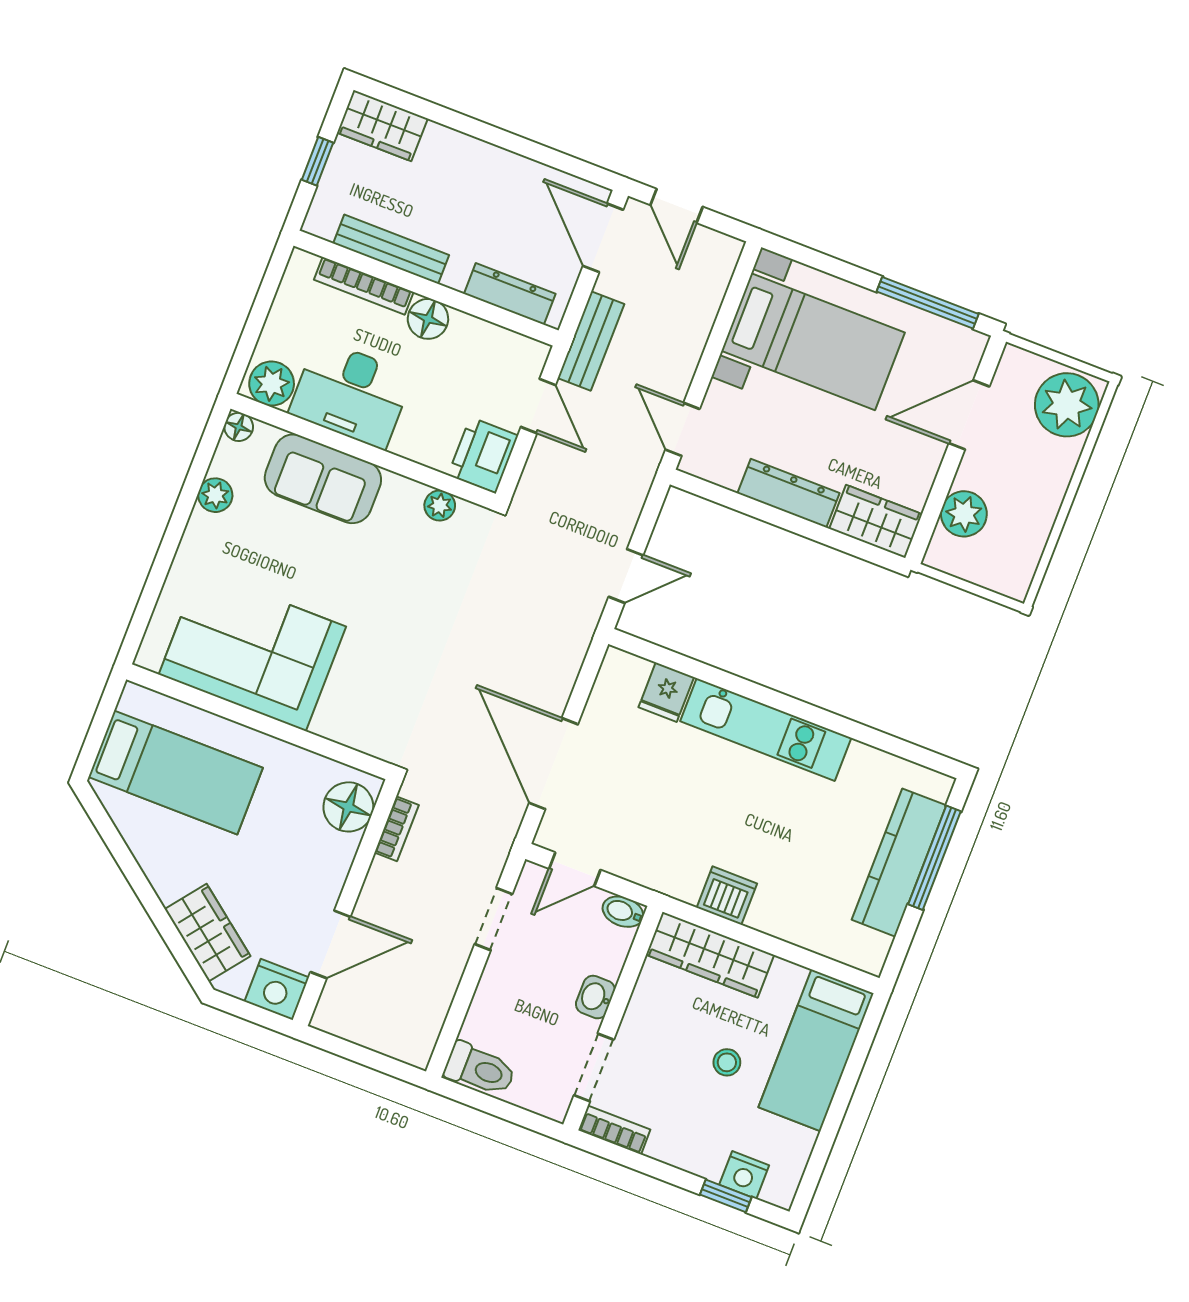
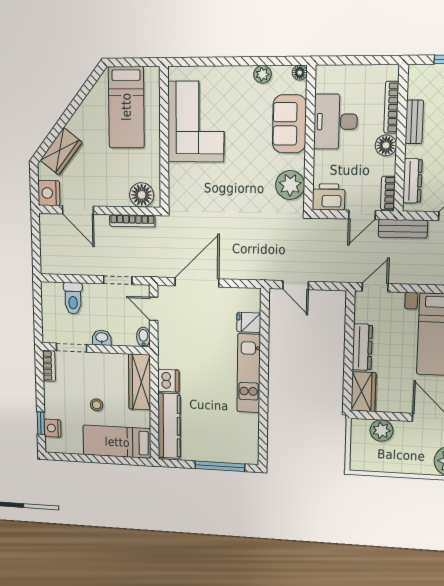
bench: (391, 249) -> (414, 122), width x0.73
bookcase: (516, 345) -> (388, 193), added
plant: (272, 384) -> (327, 80), removed
plant: (440, 506) -> (290, 185), width x1.88, depth x1.88
bookcase: (397, 829) -> (132, 221), width x1.56
kitchen counter: (899, 863) -> (169, 426), moved, turned 90
toilet: (480, 1069) -> (73, 298), moved

